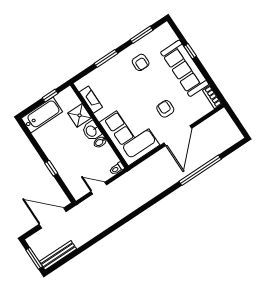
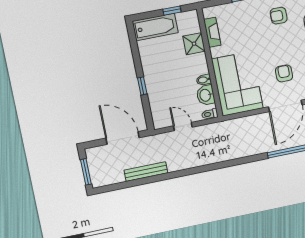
armchair: (141, 62) -> (279, 16), turned 90
washbasin: (91, 131) -> (206, 95), moved
bench: (58, 255) -> (146, 172), moved

